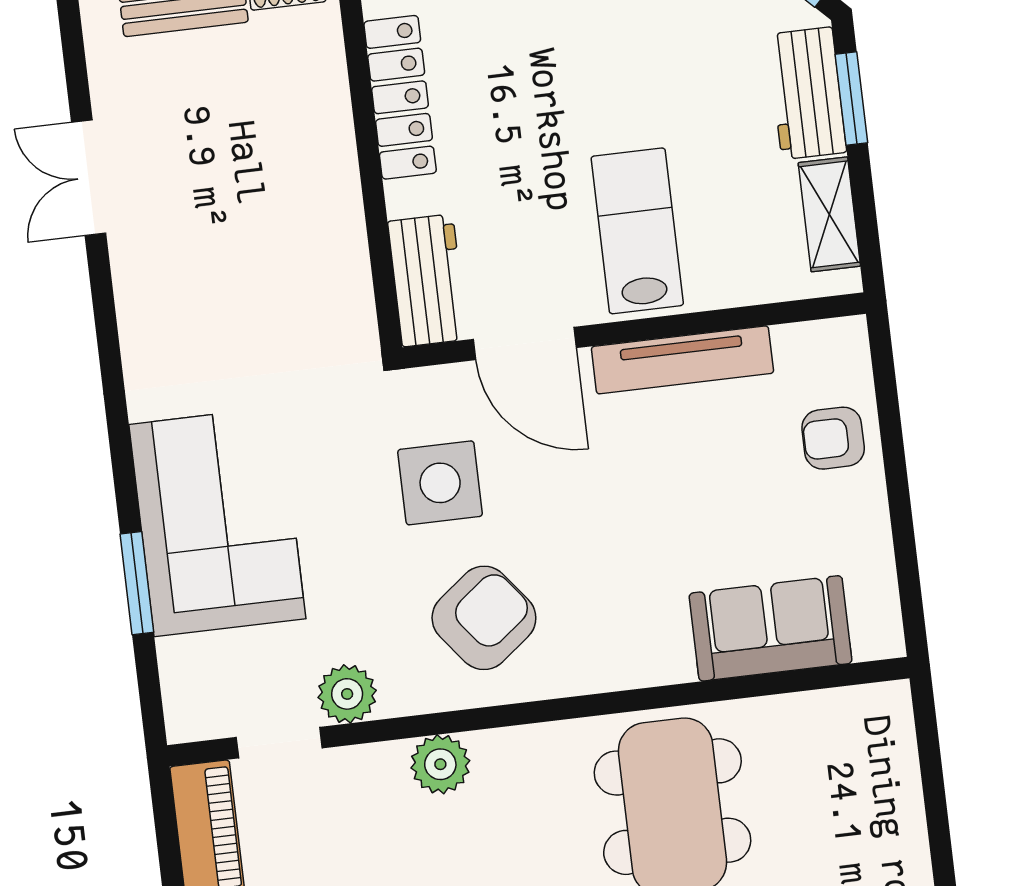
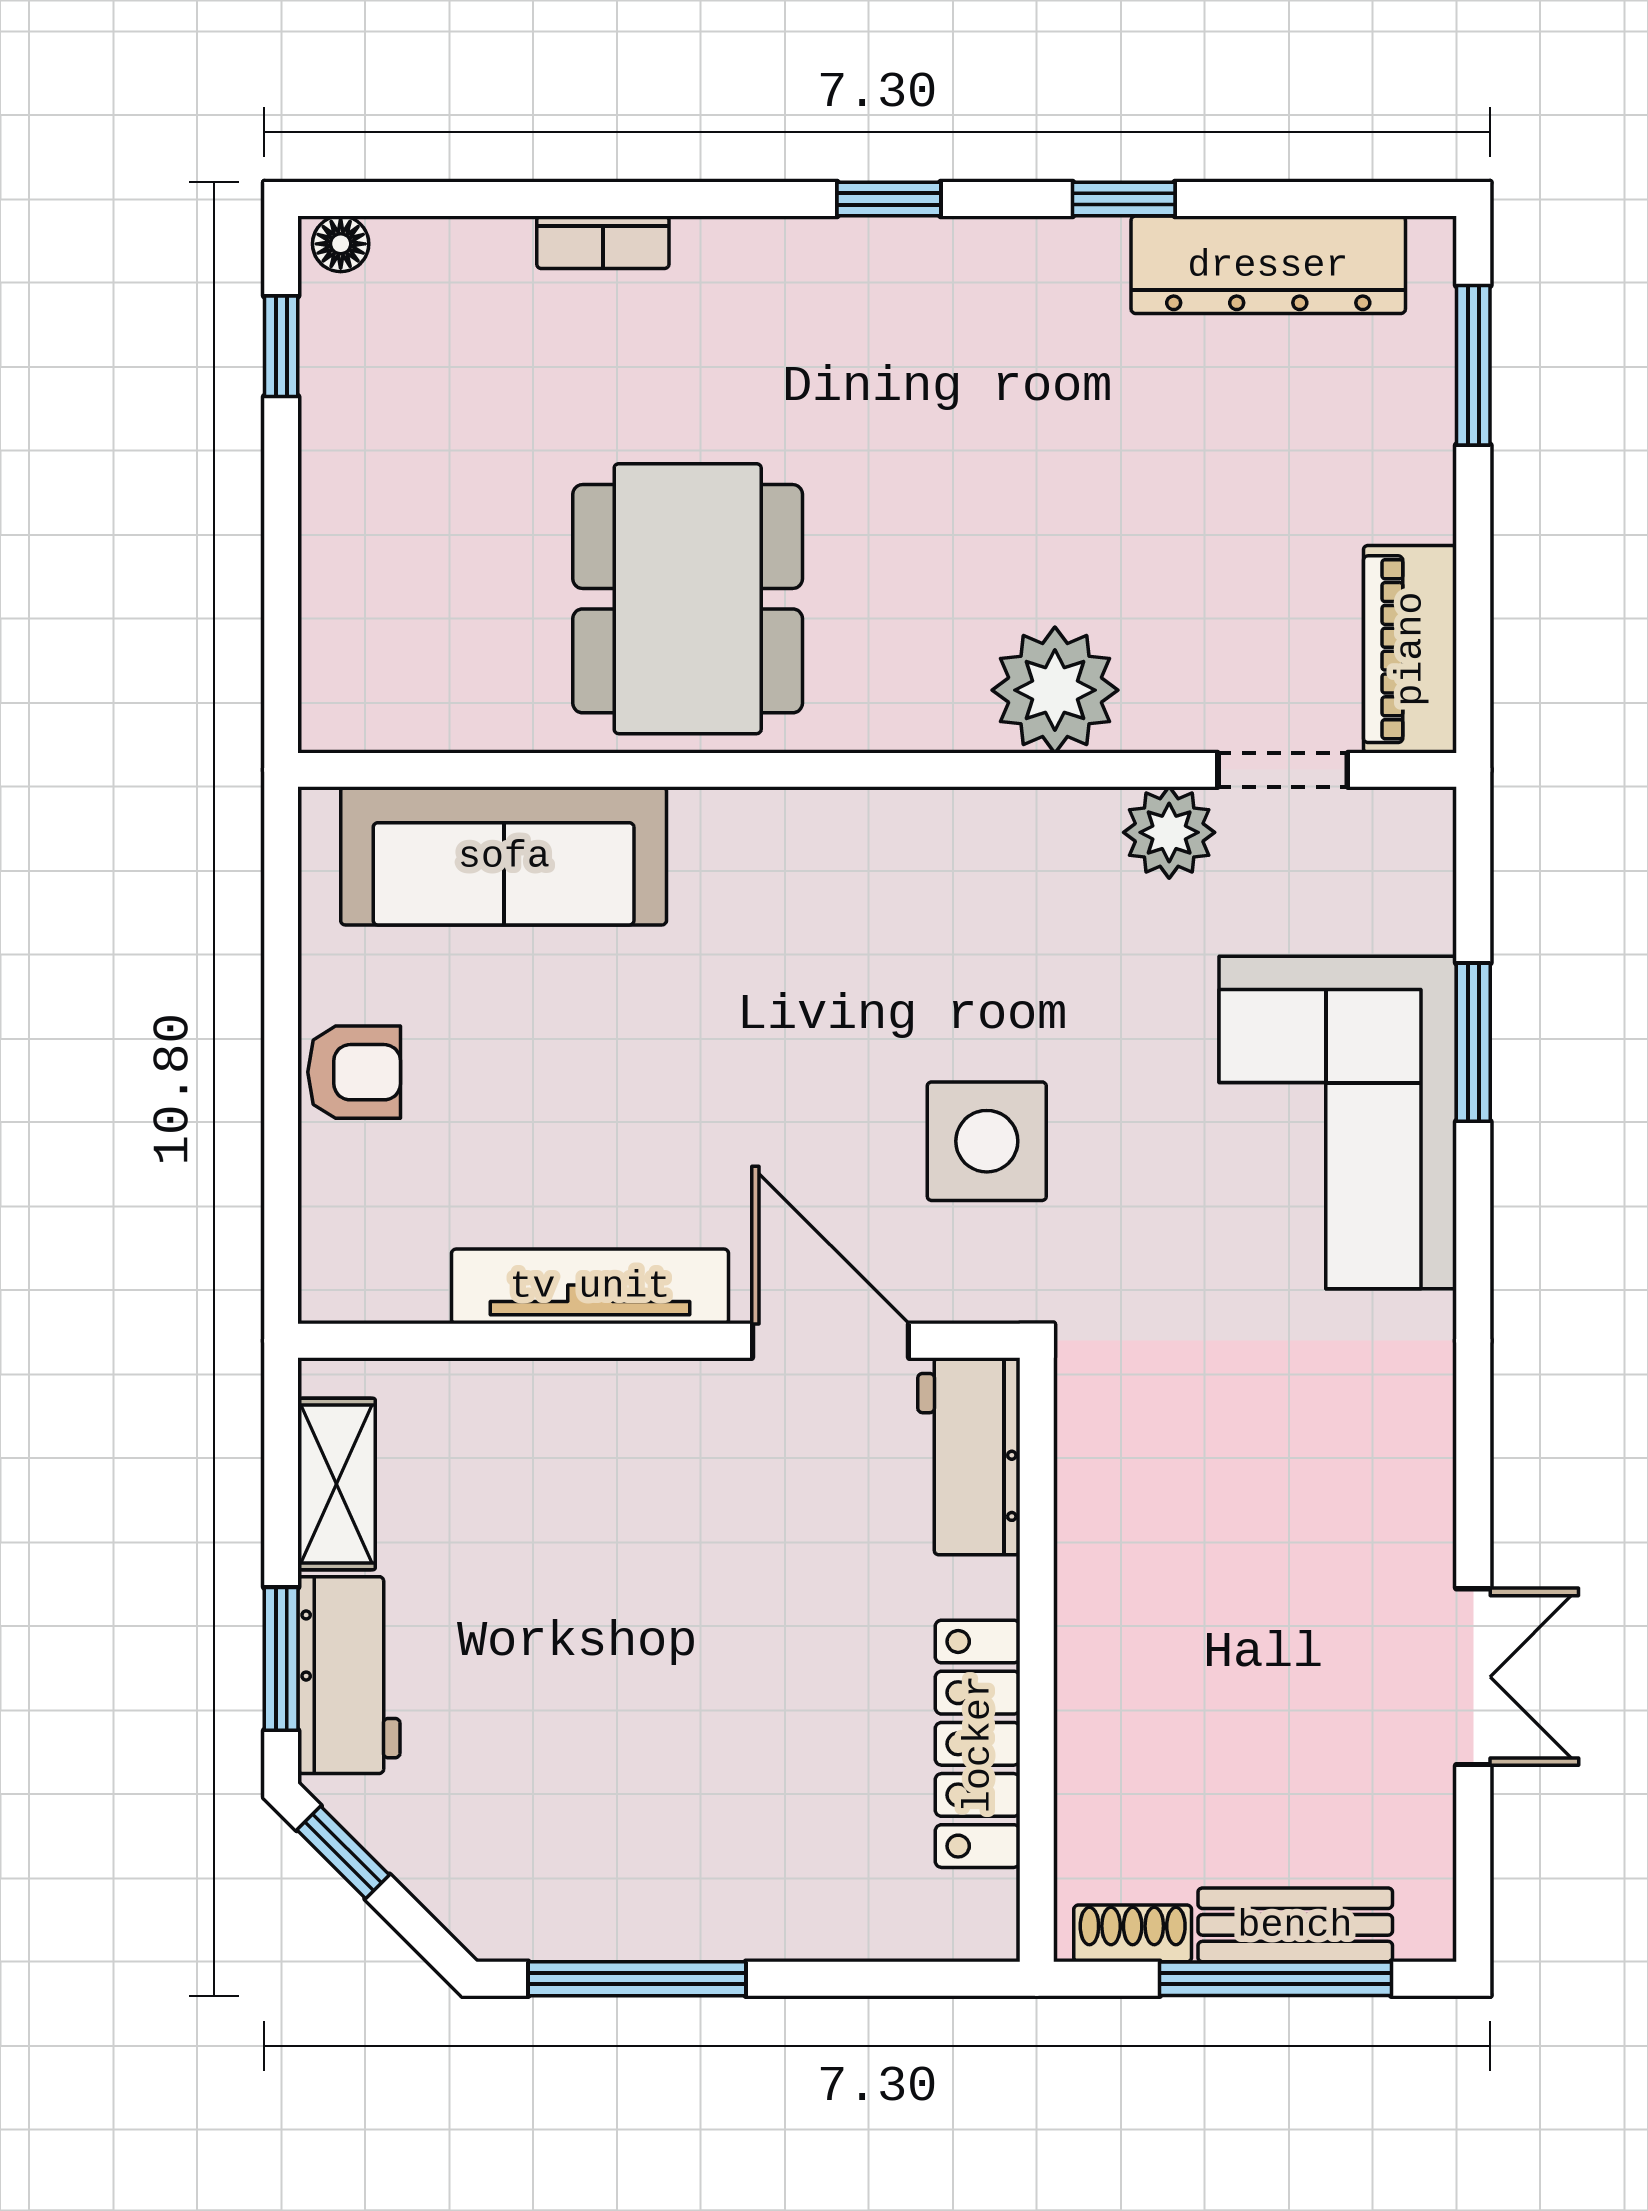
lab bench: (637, 231) -> (636, 1494), removed
armchair: (833, 438) -> (354, 1072), moved
armchair: (484, 618) -> (944, 925), removed
sofa: (770, 628) -> (504, 856), width x1.36
plant: (440, 764) -> (1055, 690), width x1.36, depth x1.36

